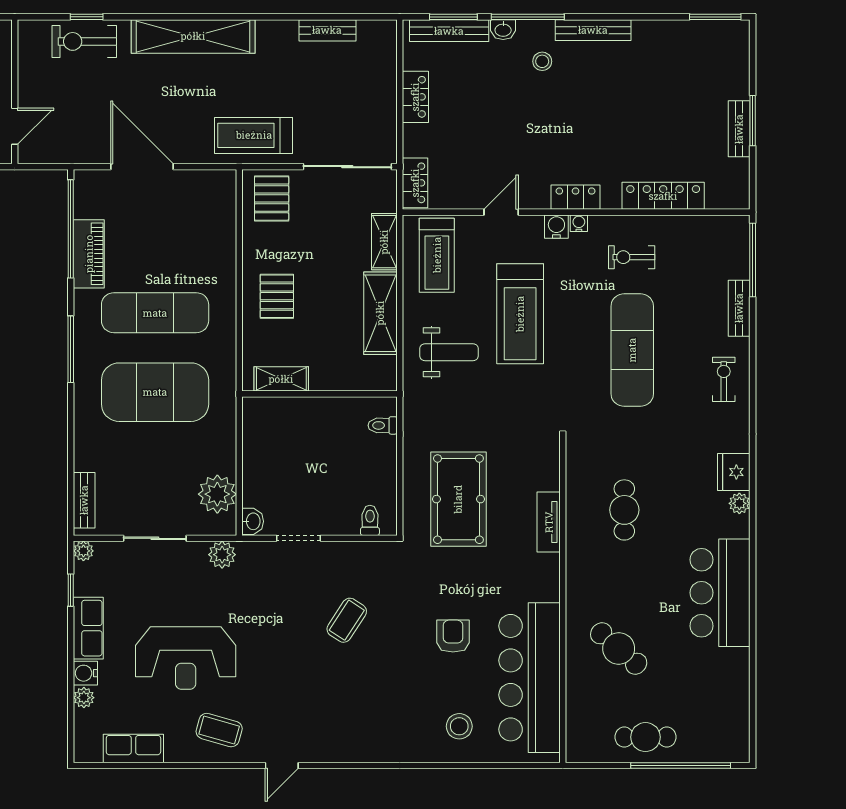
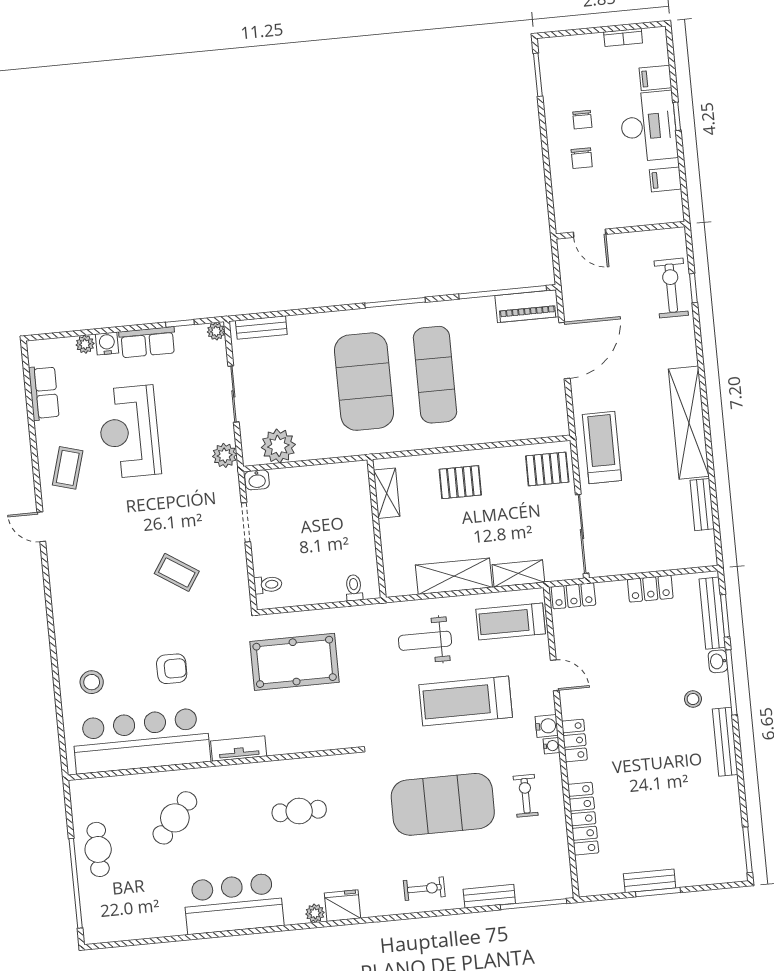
shelving: (193, 36) -> (689, 423), moved
piano: (89, 254) -> (527, 306), moved
exercise mat: (632, 350) -> (443, 804), width x1.47
weight bench: (449, 352) -> (425, 641), turned 90
tv unit: (549, 522) -> (239, 748), moved

